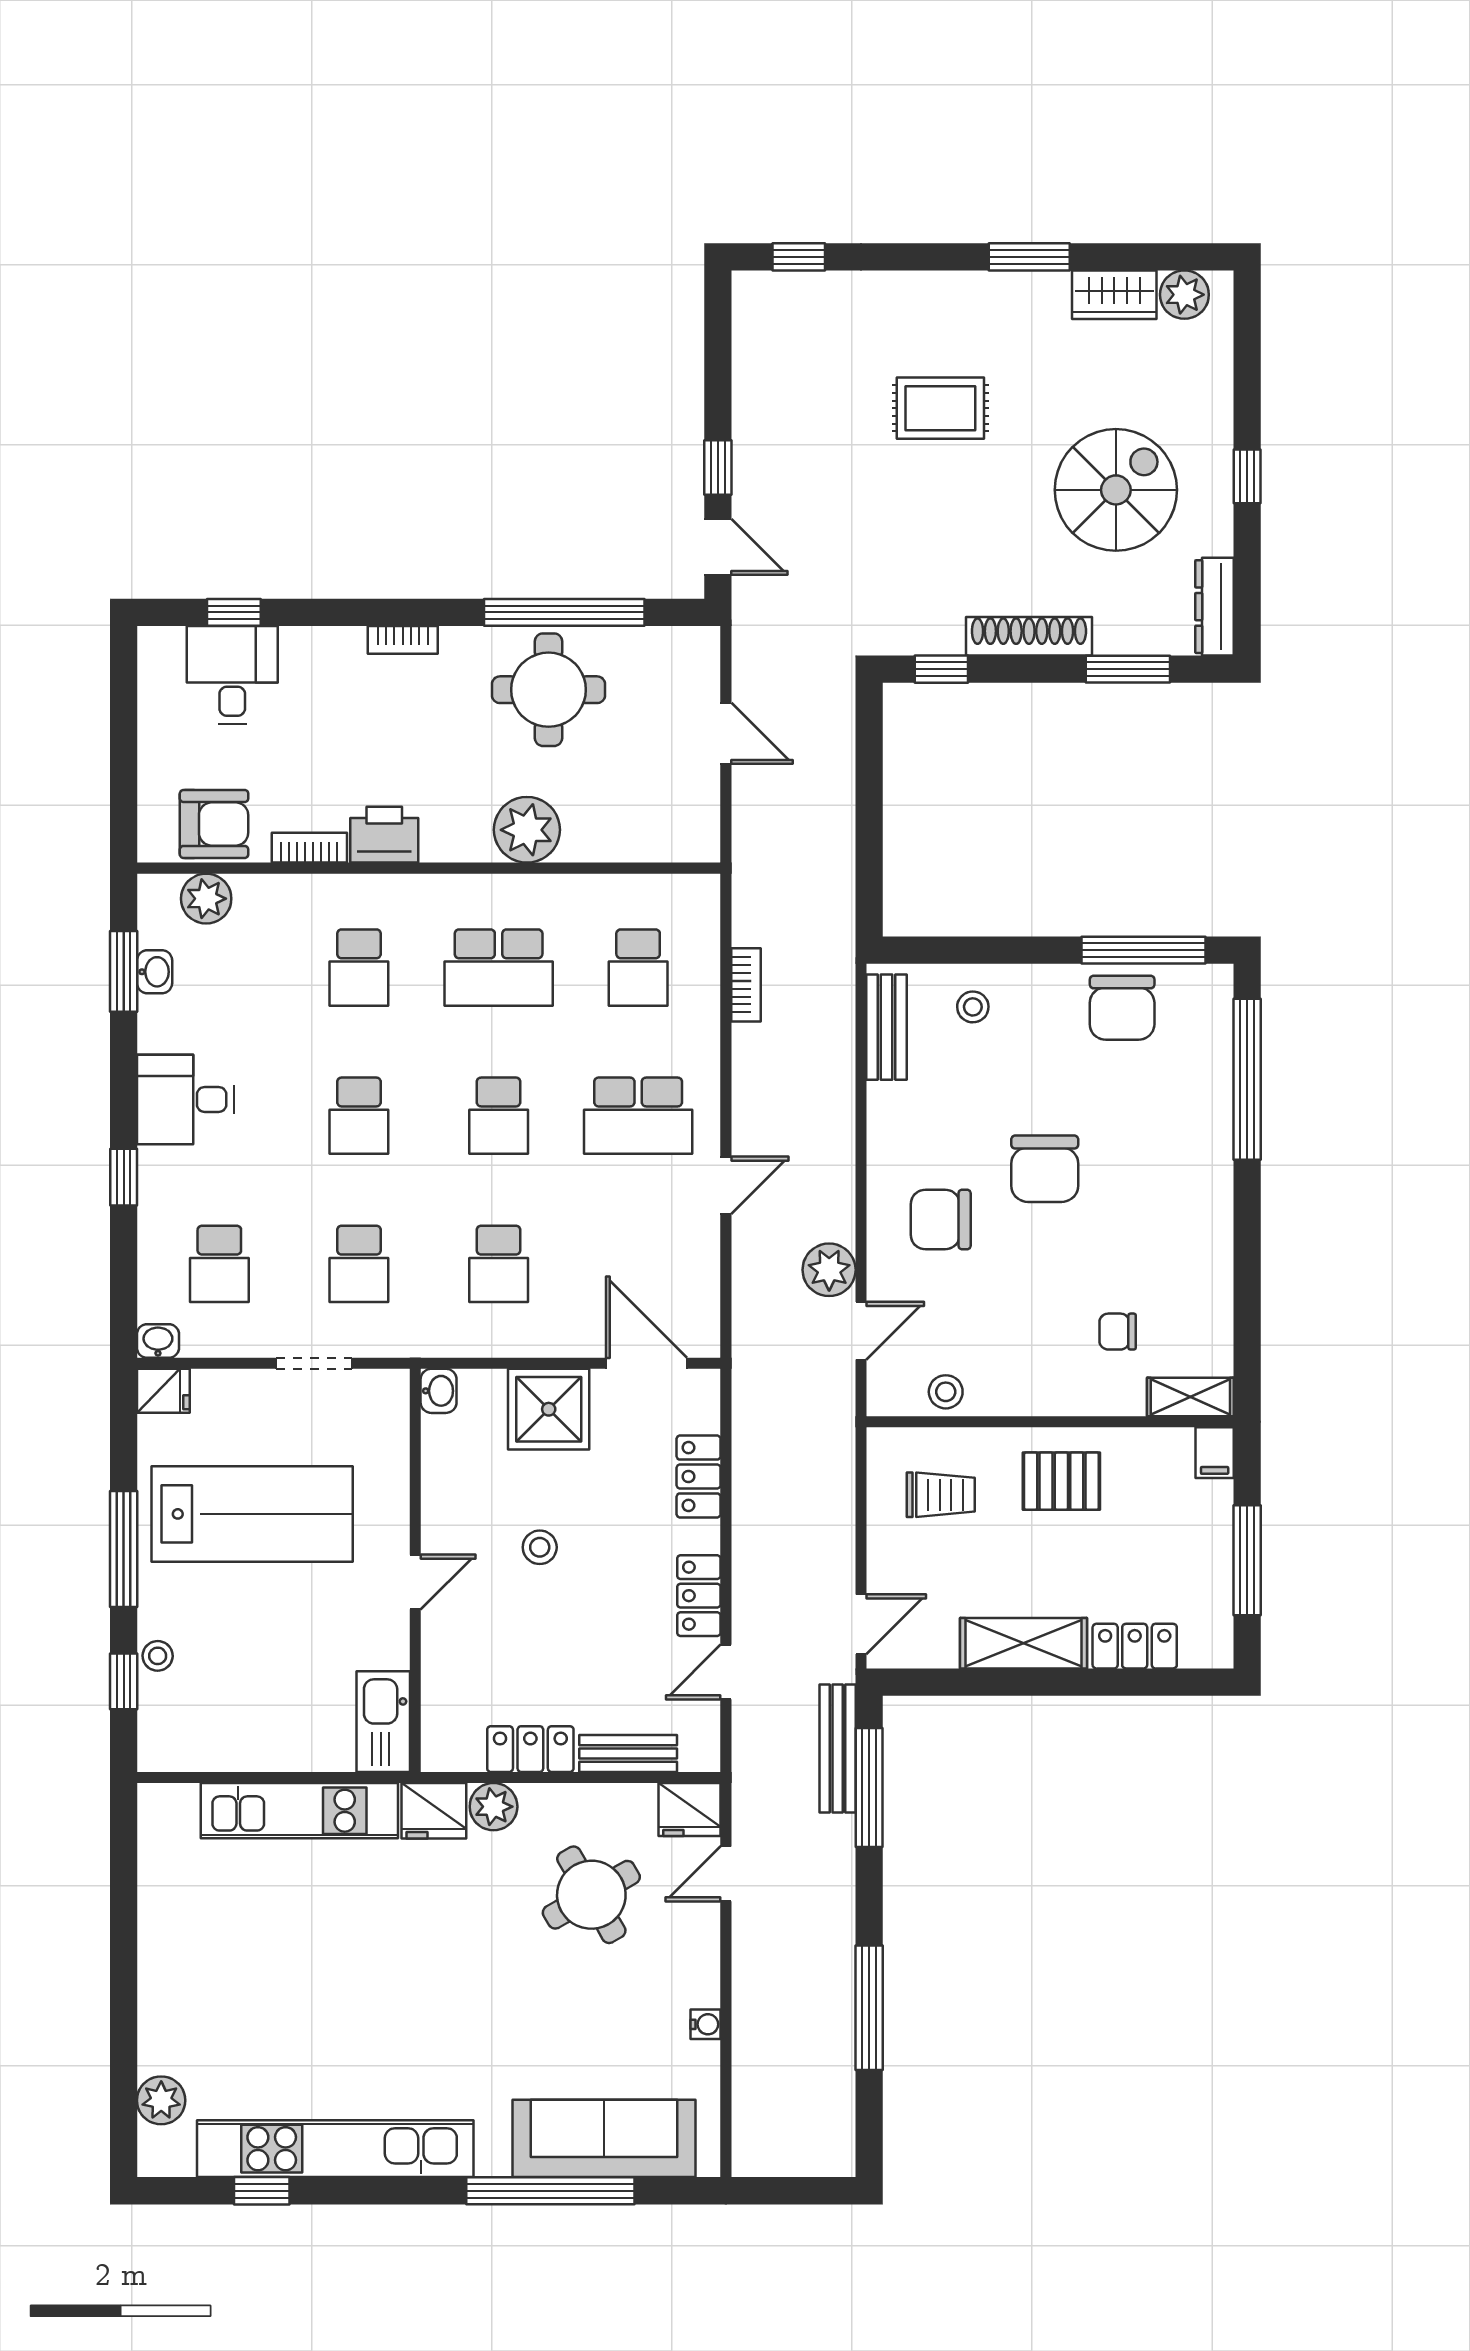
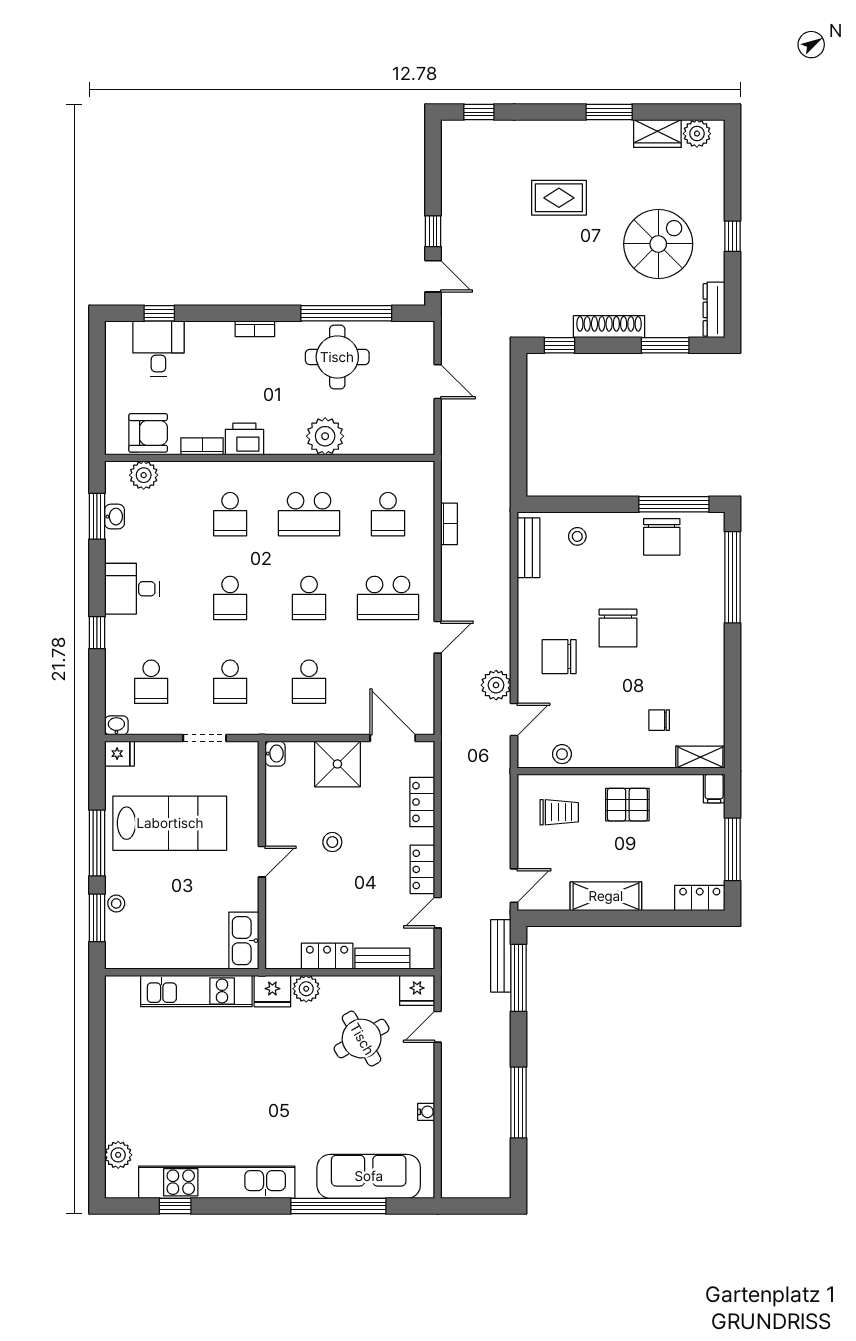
locker: (1135, 1646) -> (700, 898), moved
window: (124, 1681) -> (97, 918), width x1.50

